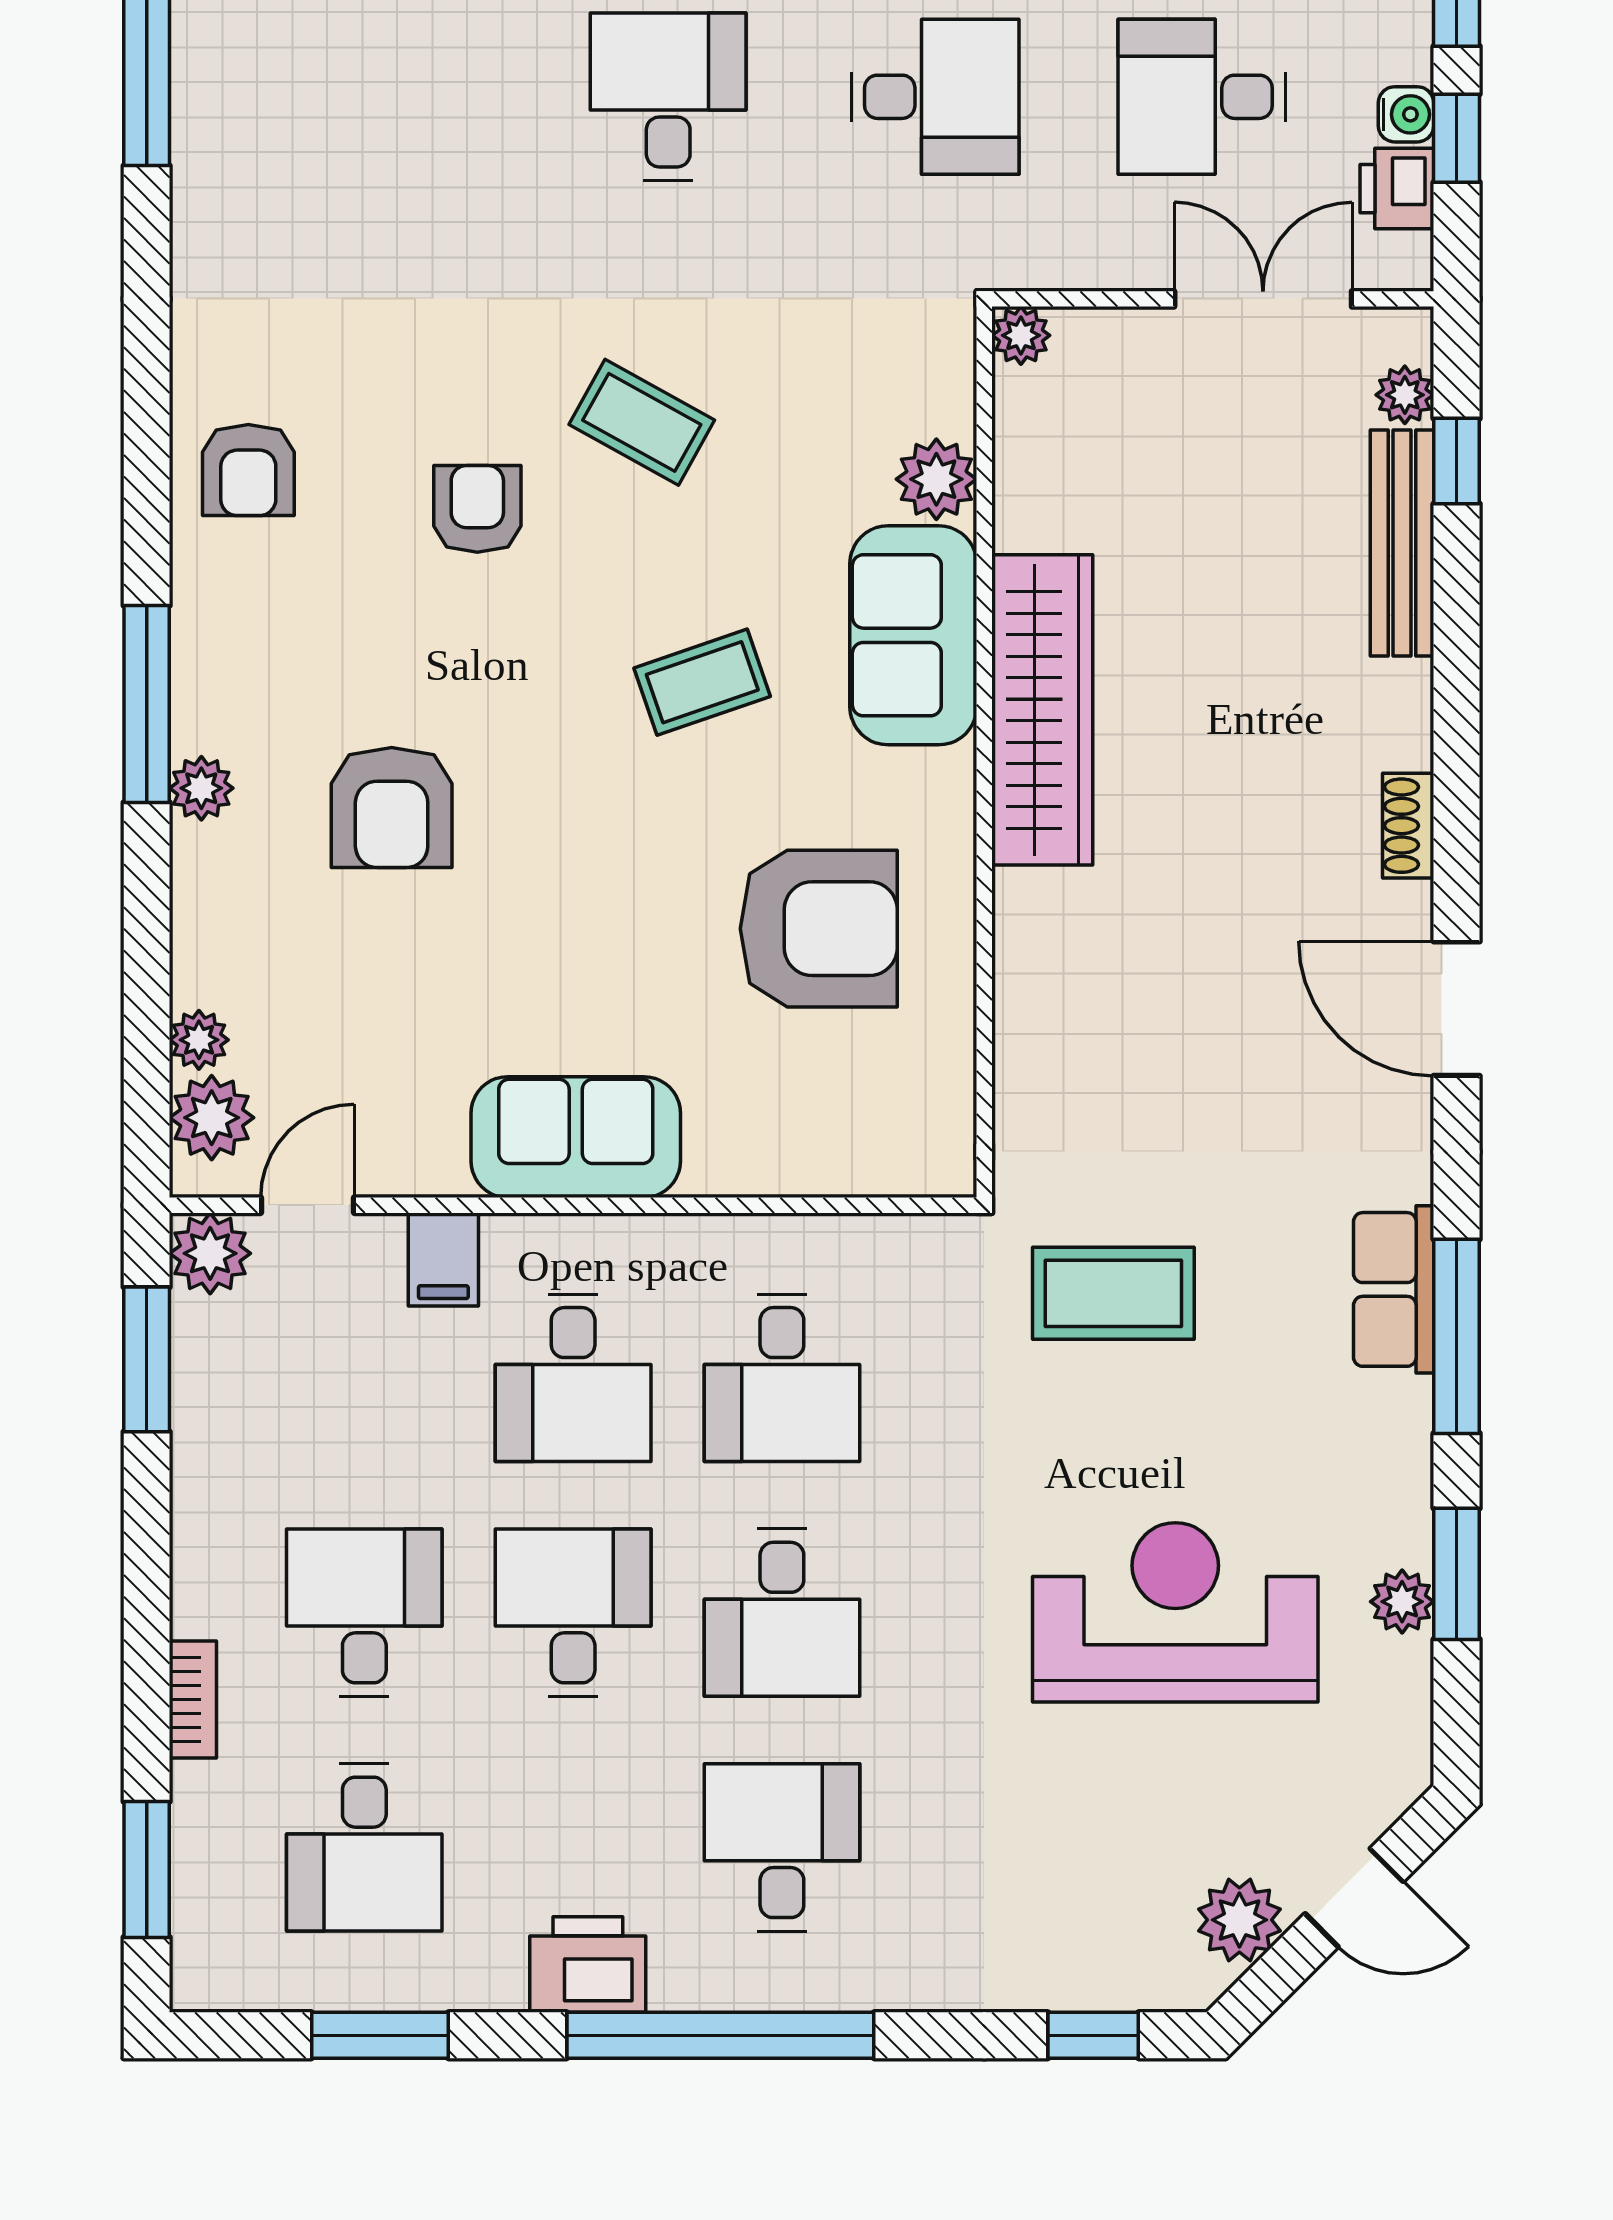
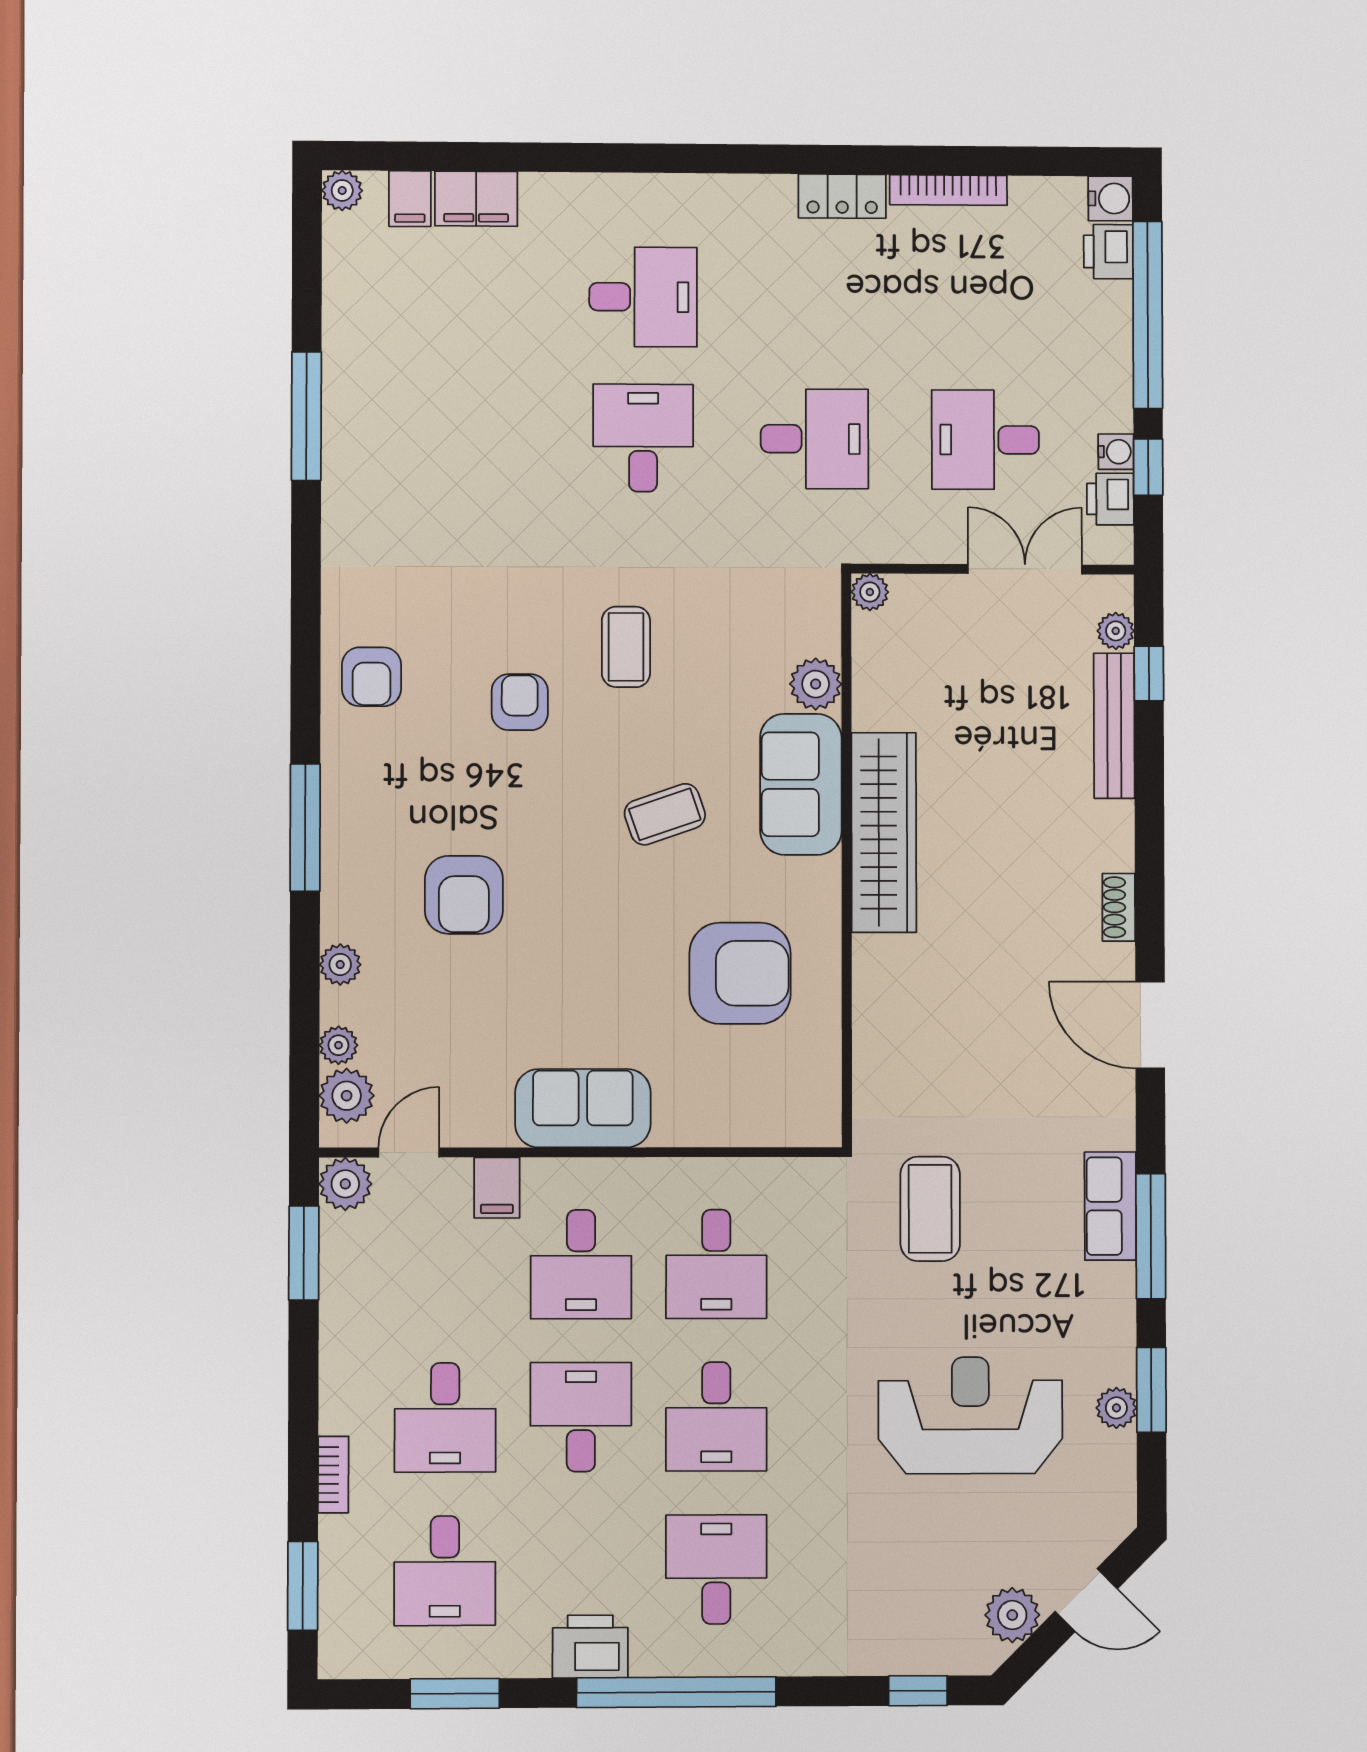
coffee table: (642, 422) -> (626, 647), turned 61
plant: (201, 788) -> (340, 965), moved
coffee table: (1113, 1293) -> (930, 1209), turned 90
desk: (364, 1613) -> (445, 1418), turned 180

